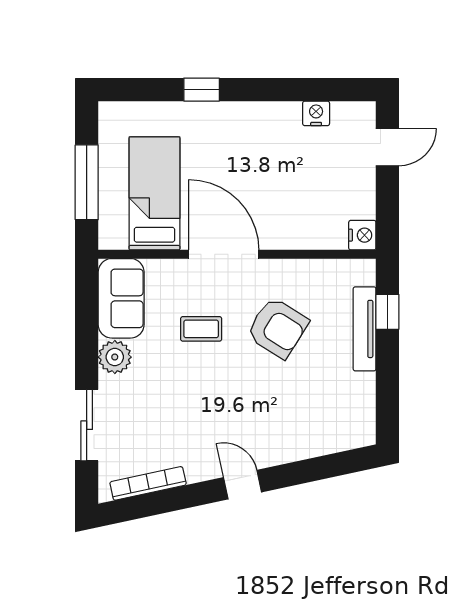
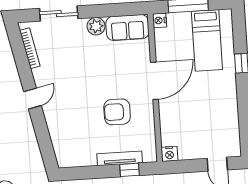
nightstand: (316, 113) -> (159, 20), moved, turned 180
bed: (154, 193) -> (207, 40), moved, turned 90
armchair: (278, 328) -> (117, 112), turned 58
coffee table: (201, 329) -> (114, 71), removed

